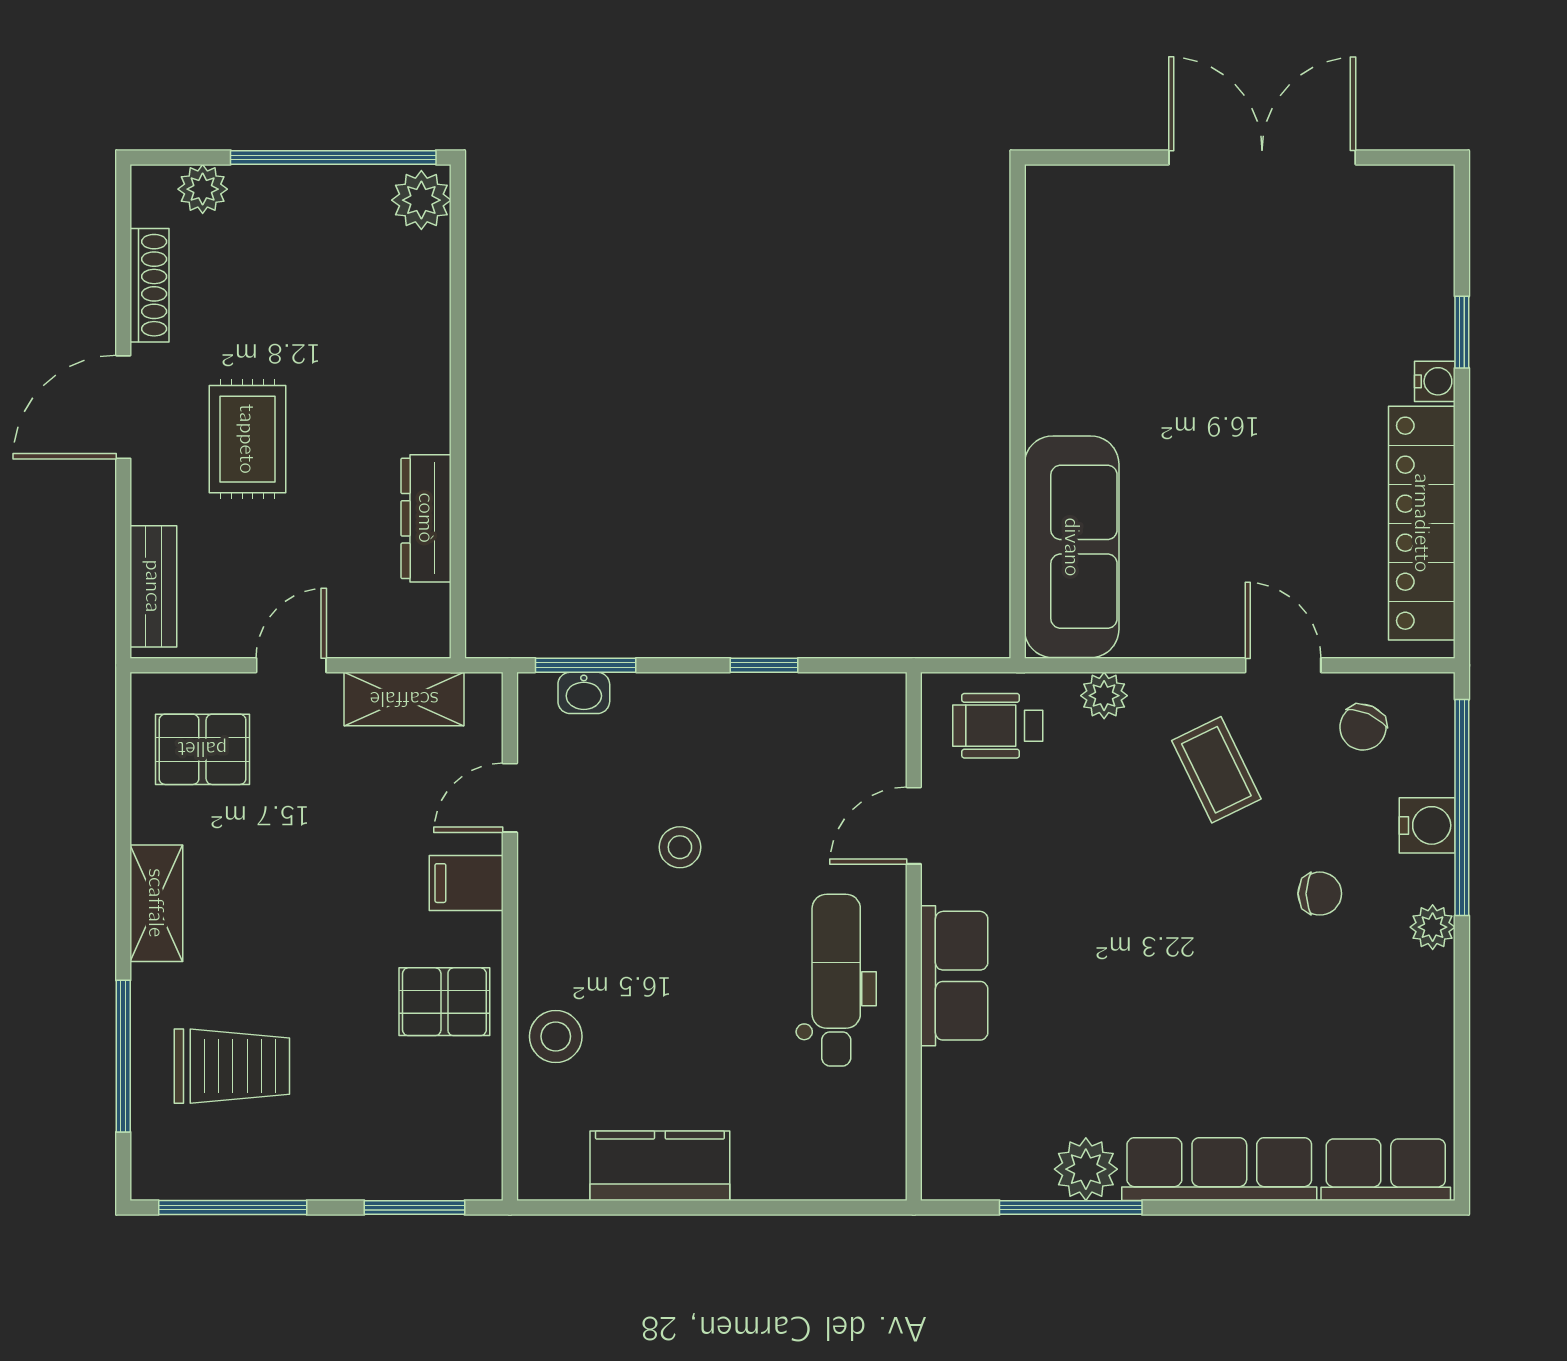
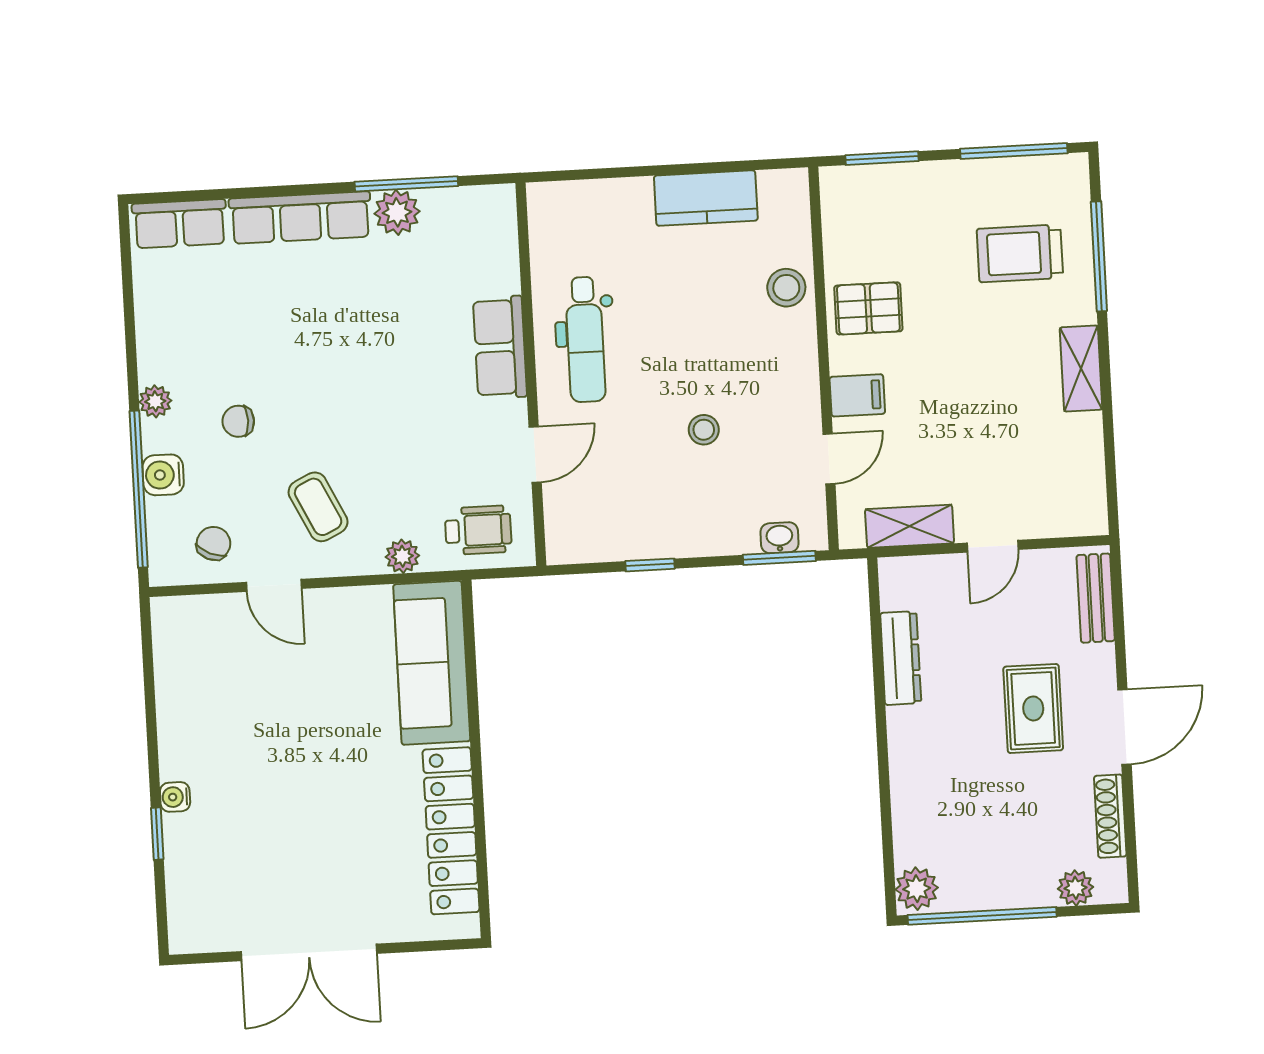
locker: (1422, 523) -> (451, 831), moved, turned 180
pallet: (202, 749) -> (1054, 482), removed

